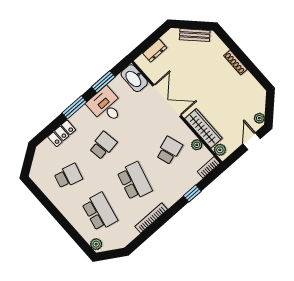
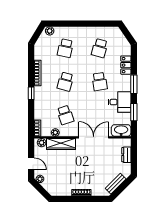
double door: (167, 101) -> (94, 137), swing flipped
school desk: (134, 181) -> (65, 82), width x0.54
window: (192, 193) -> (31, 93), moved
school desk: (100, 212) -> (65, 48), width x0.54

